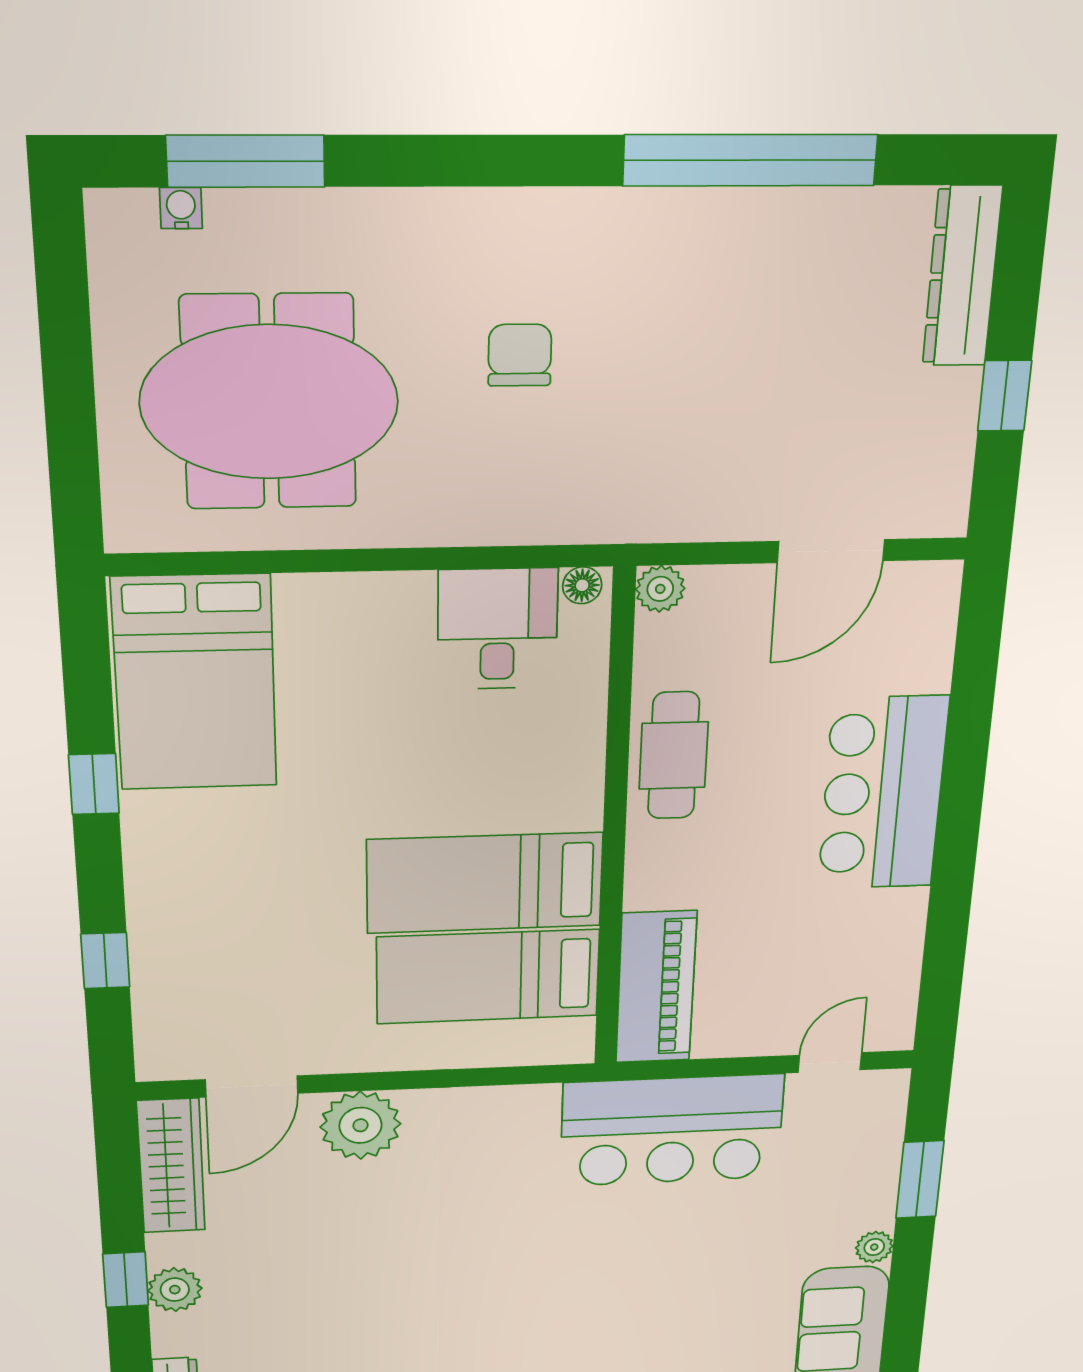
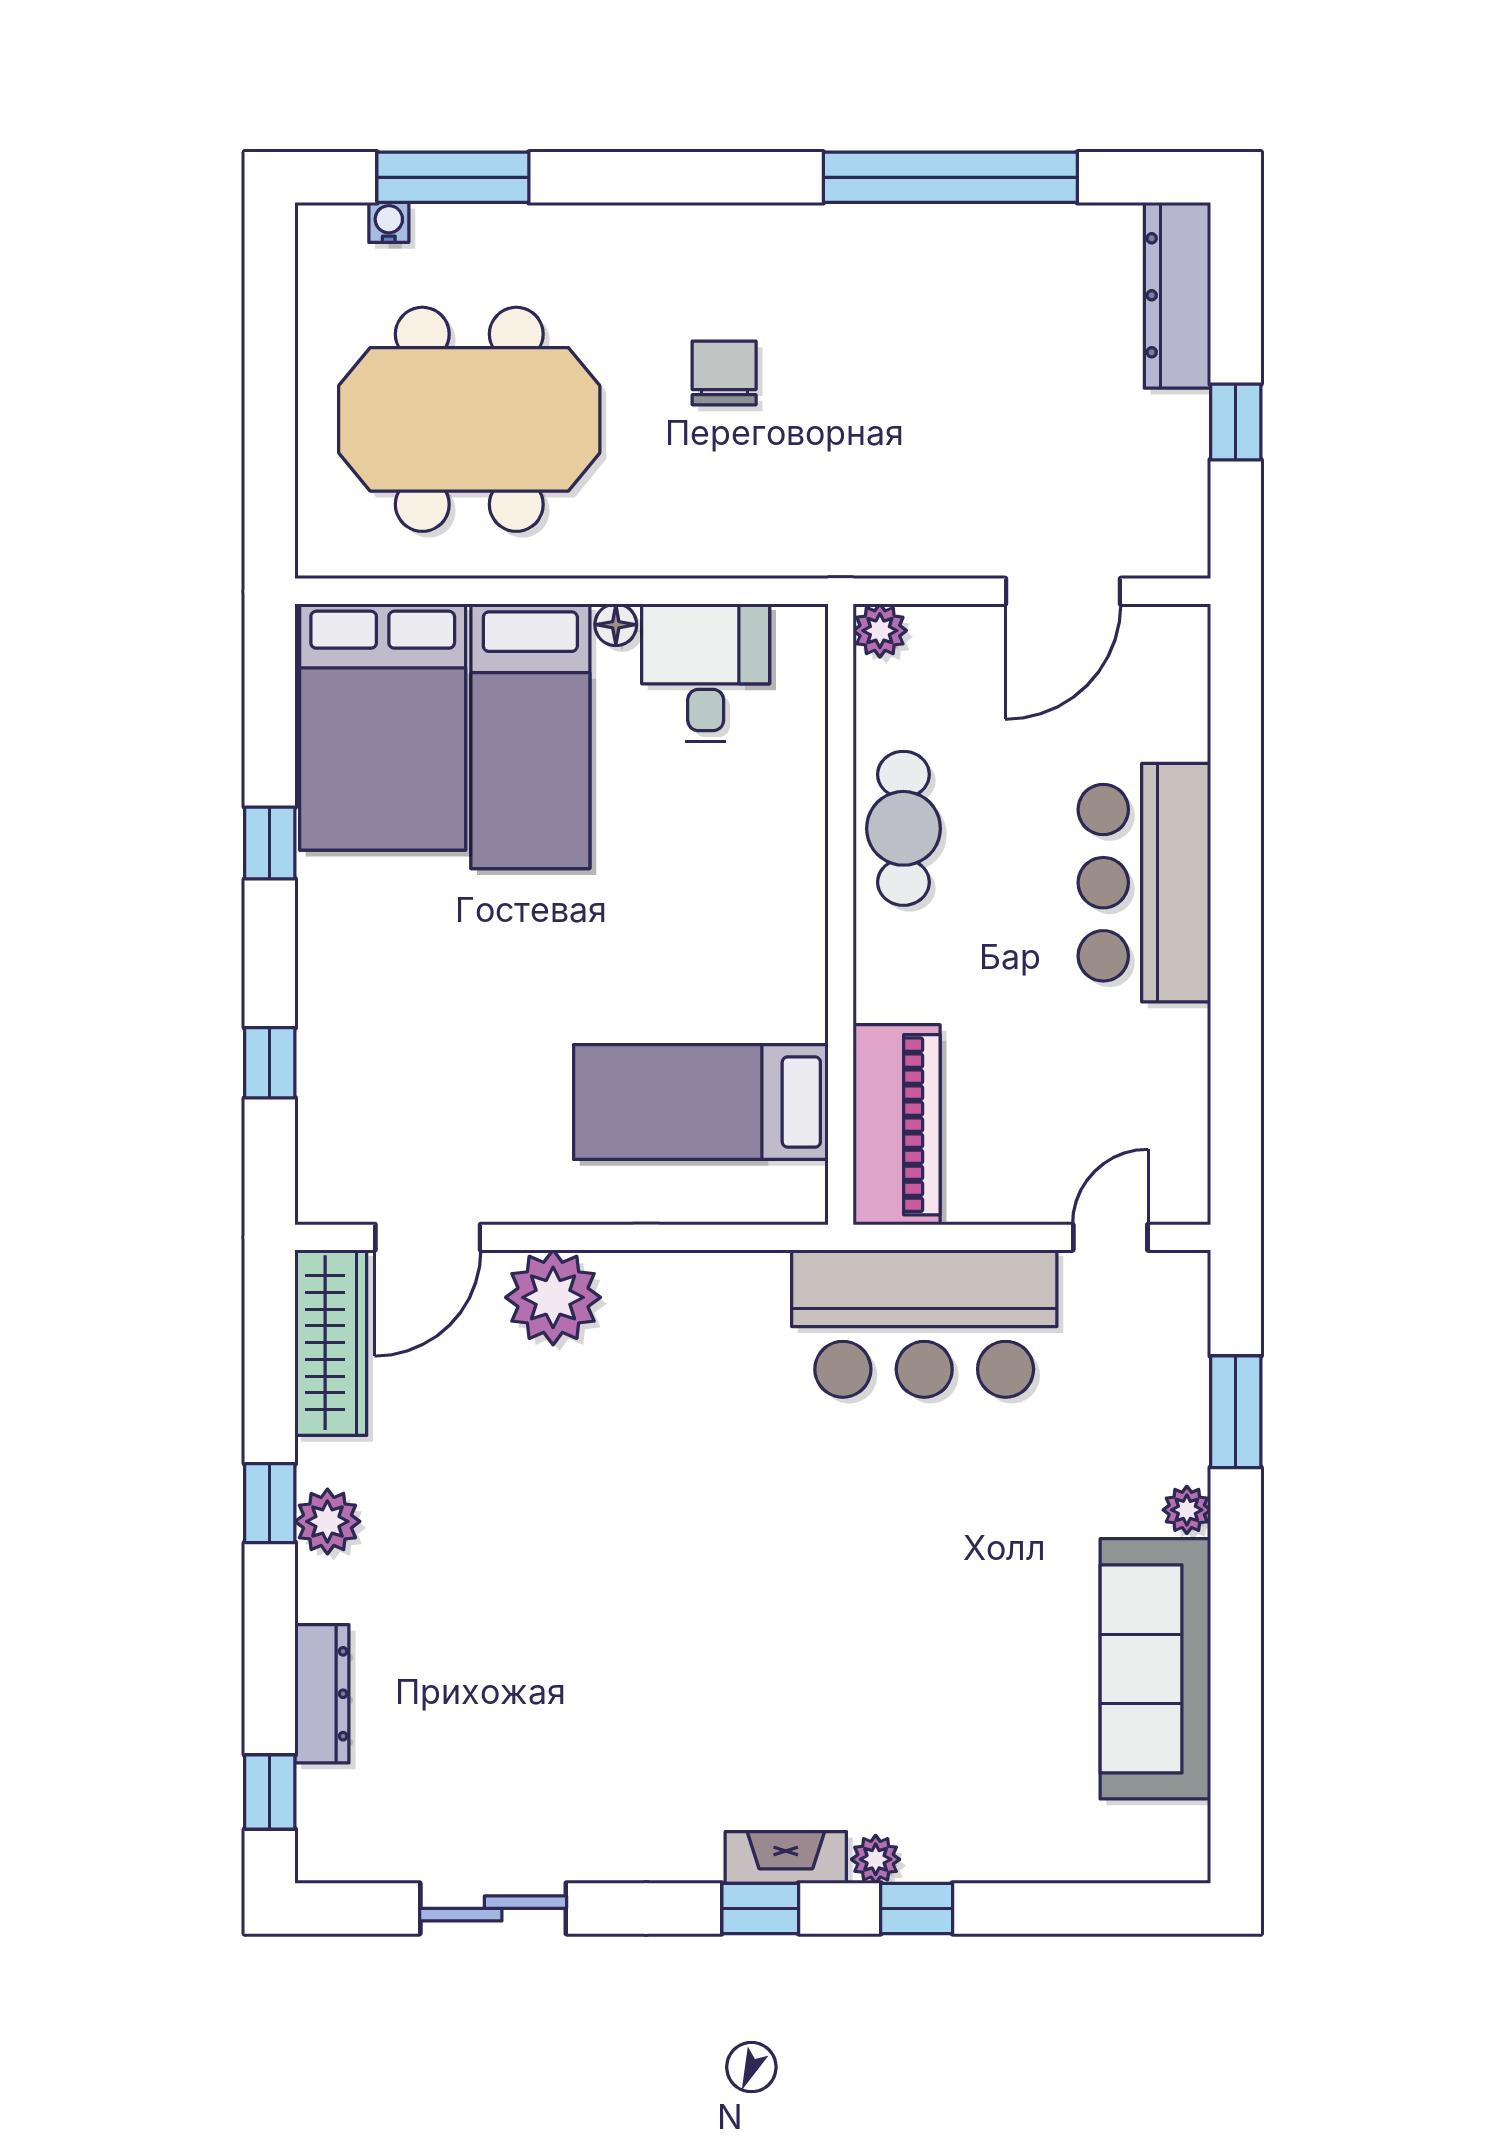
floor lamp: (582, 585) -> (616, 625), moved
bed: (485, 883) -> (530, 736), moved, turned -90

